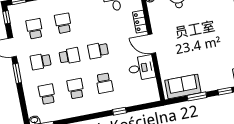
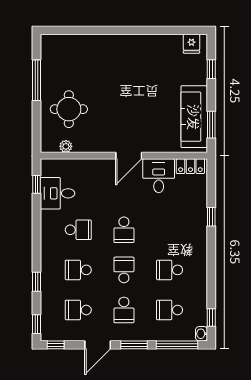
locker: (140, 22) -> (190, 166), moved
school desk: (104, 83) -> (78, 230), moved
sofa: (183, 87) -> (194, 117), width x1.36
window: (197, 96) -> (211, 125), moved
window: (23, 104) -> (177, 345), added

